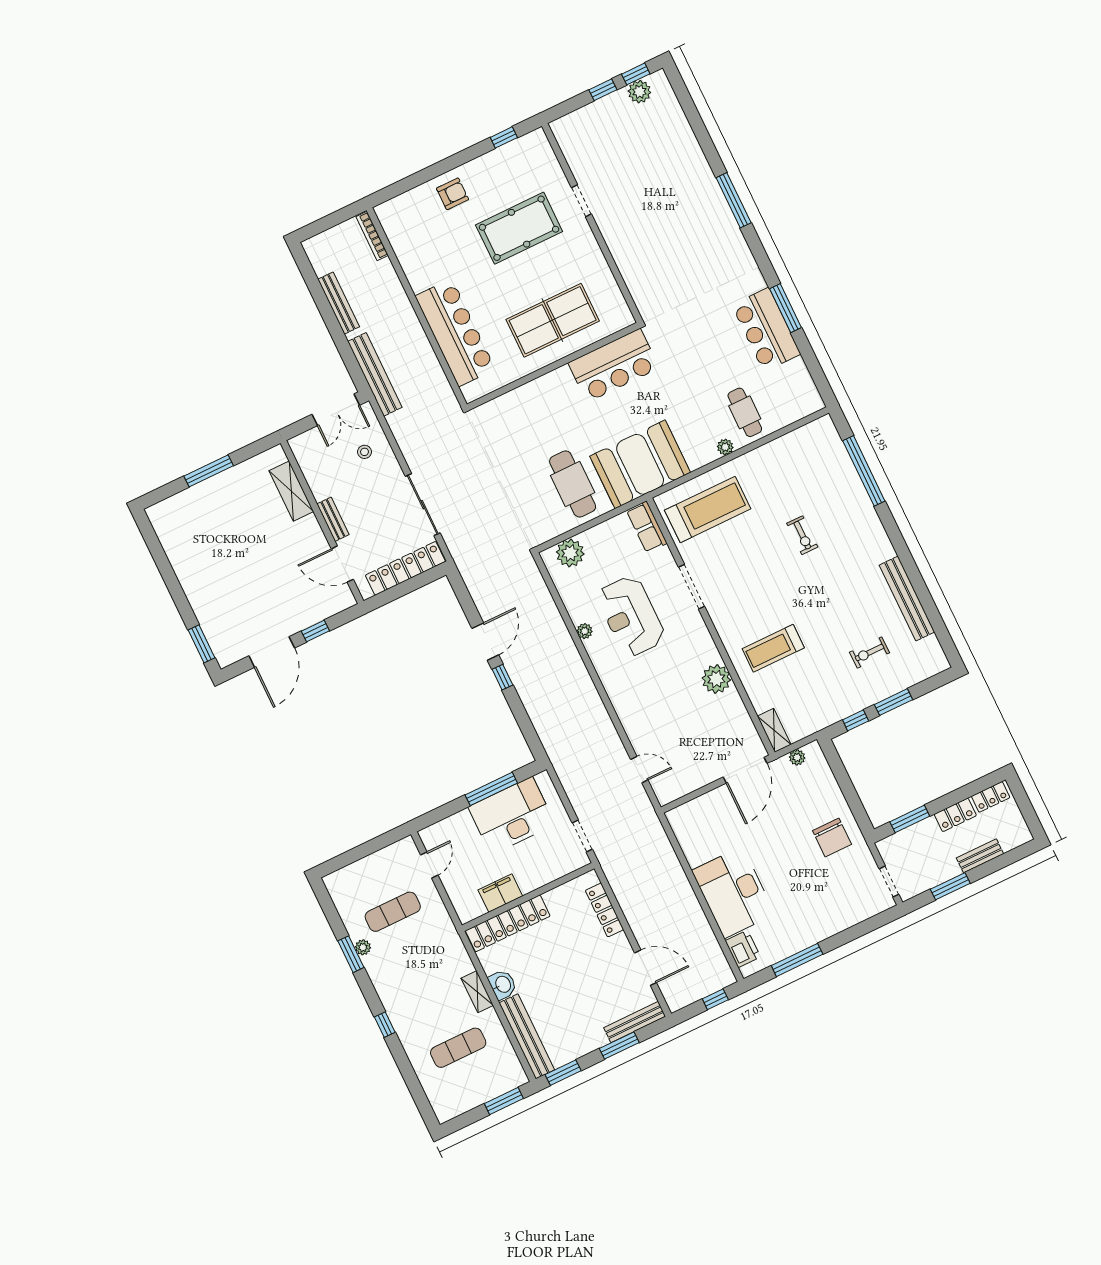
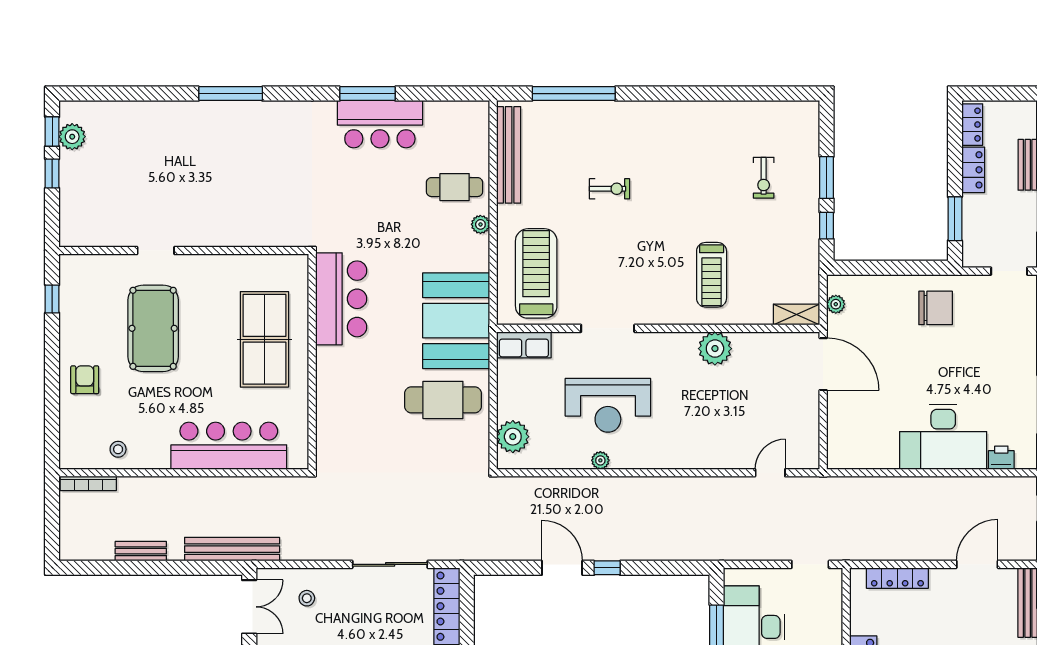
stool: (410, 246) -> (118, 449), added
bench: (339, 303) -> (141, 551), width x0.73
bench: (907, 599) -> (509, 155), moved, turned 90
printer: (743, 949) -> (1001, 458), width x0.73, depth x0.81

